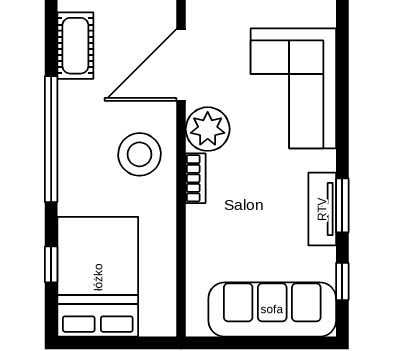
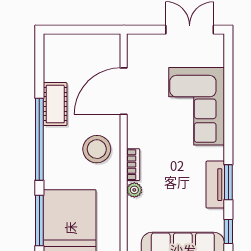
cot: (75, 46) -> (55, 104), moved
plant: (208, 129) -> (134, 190), moved, width x0.53, depth x0.53
window: (51, 264) -> (39, 220), width x2.17

